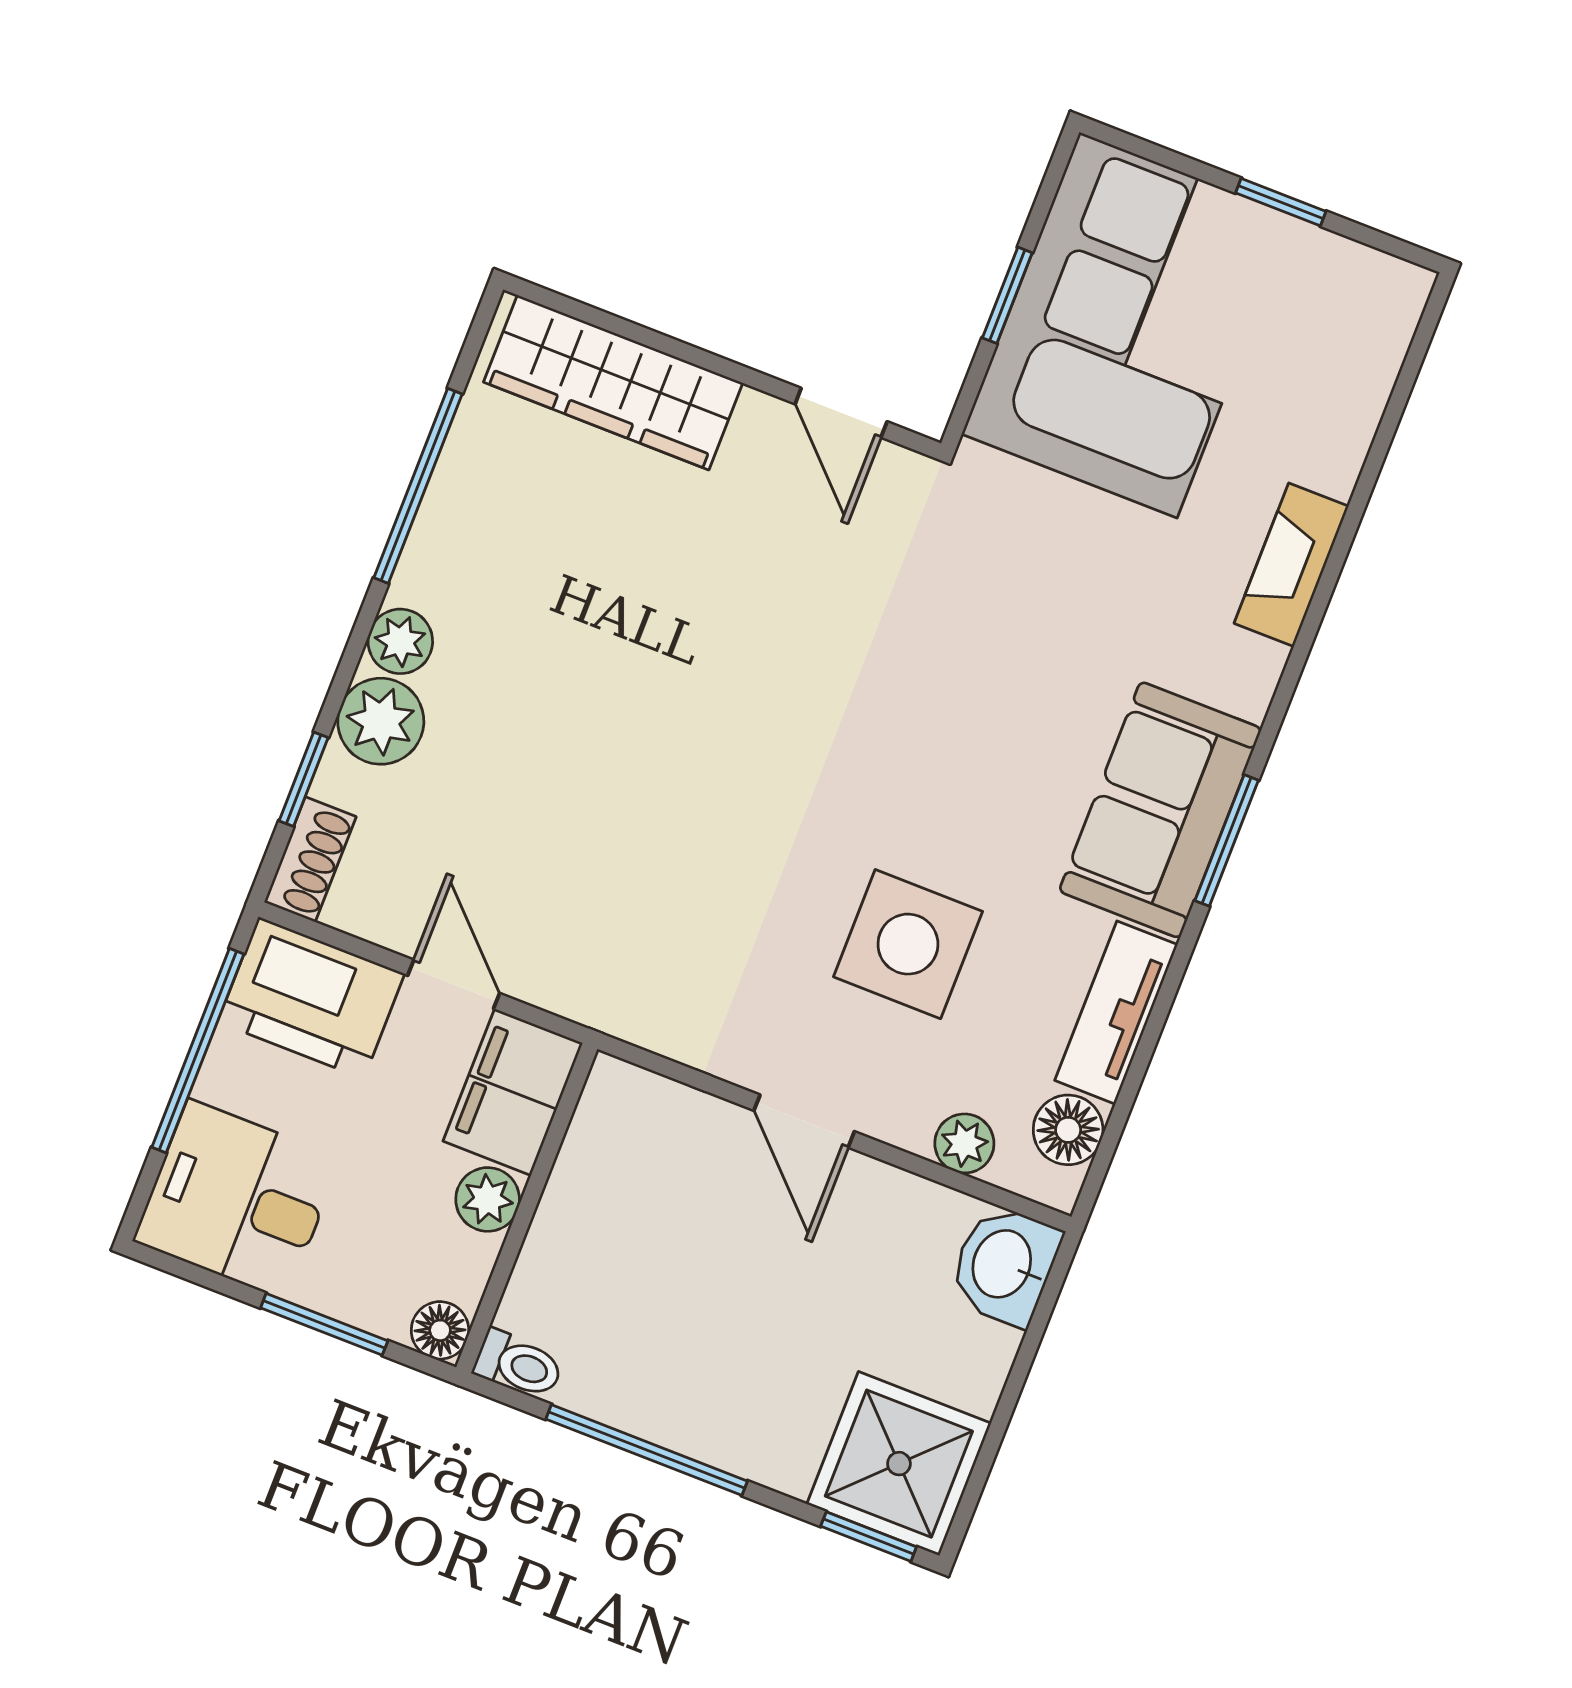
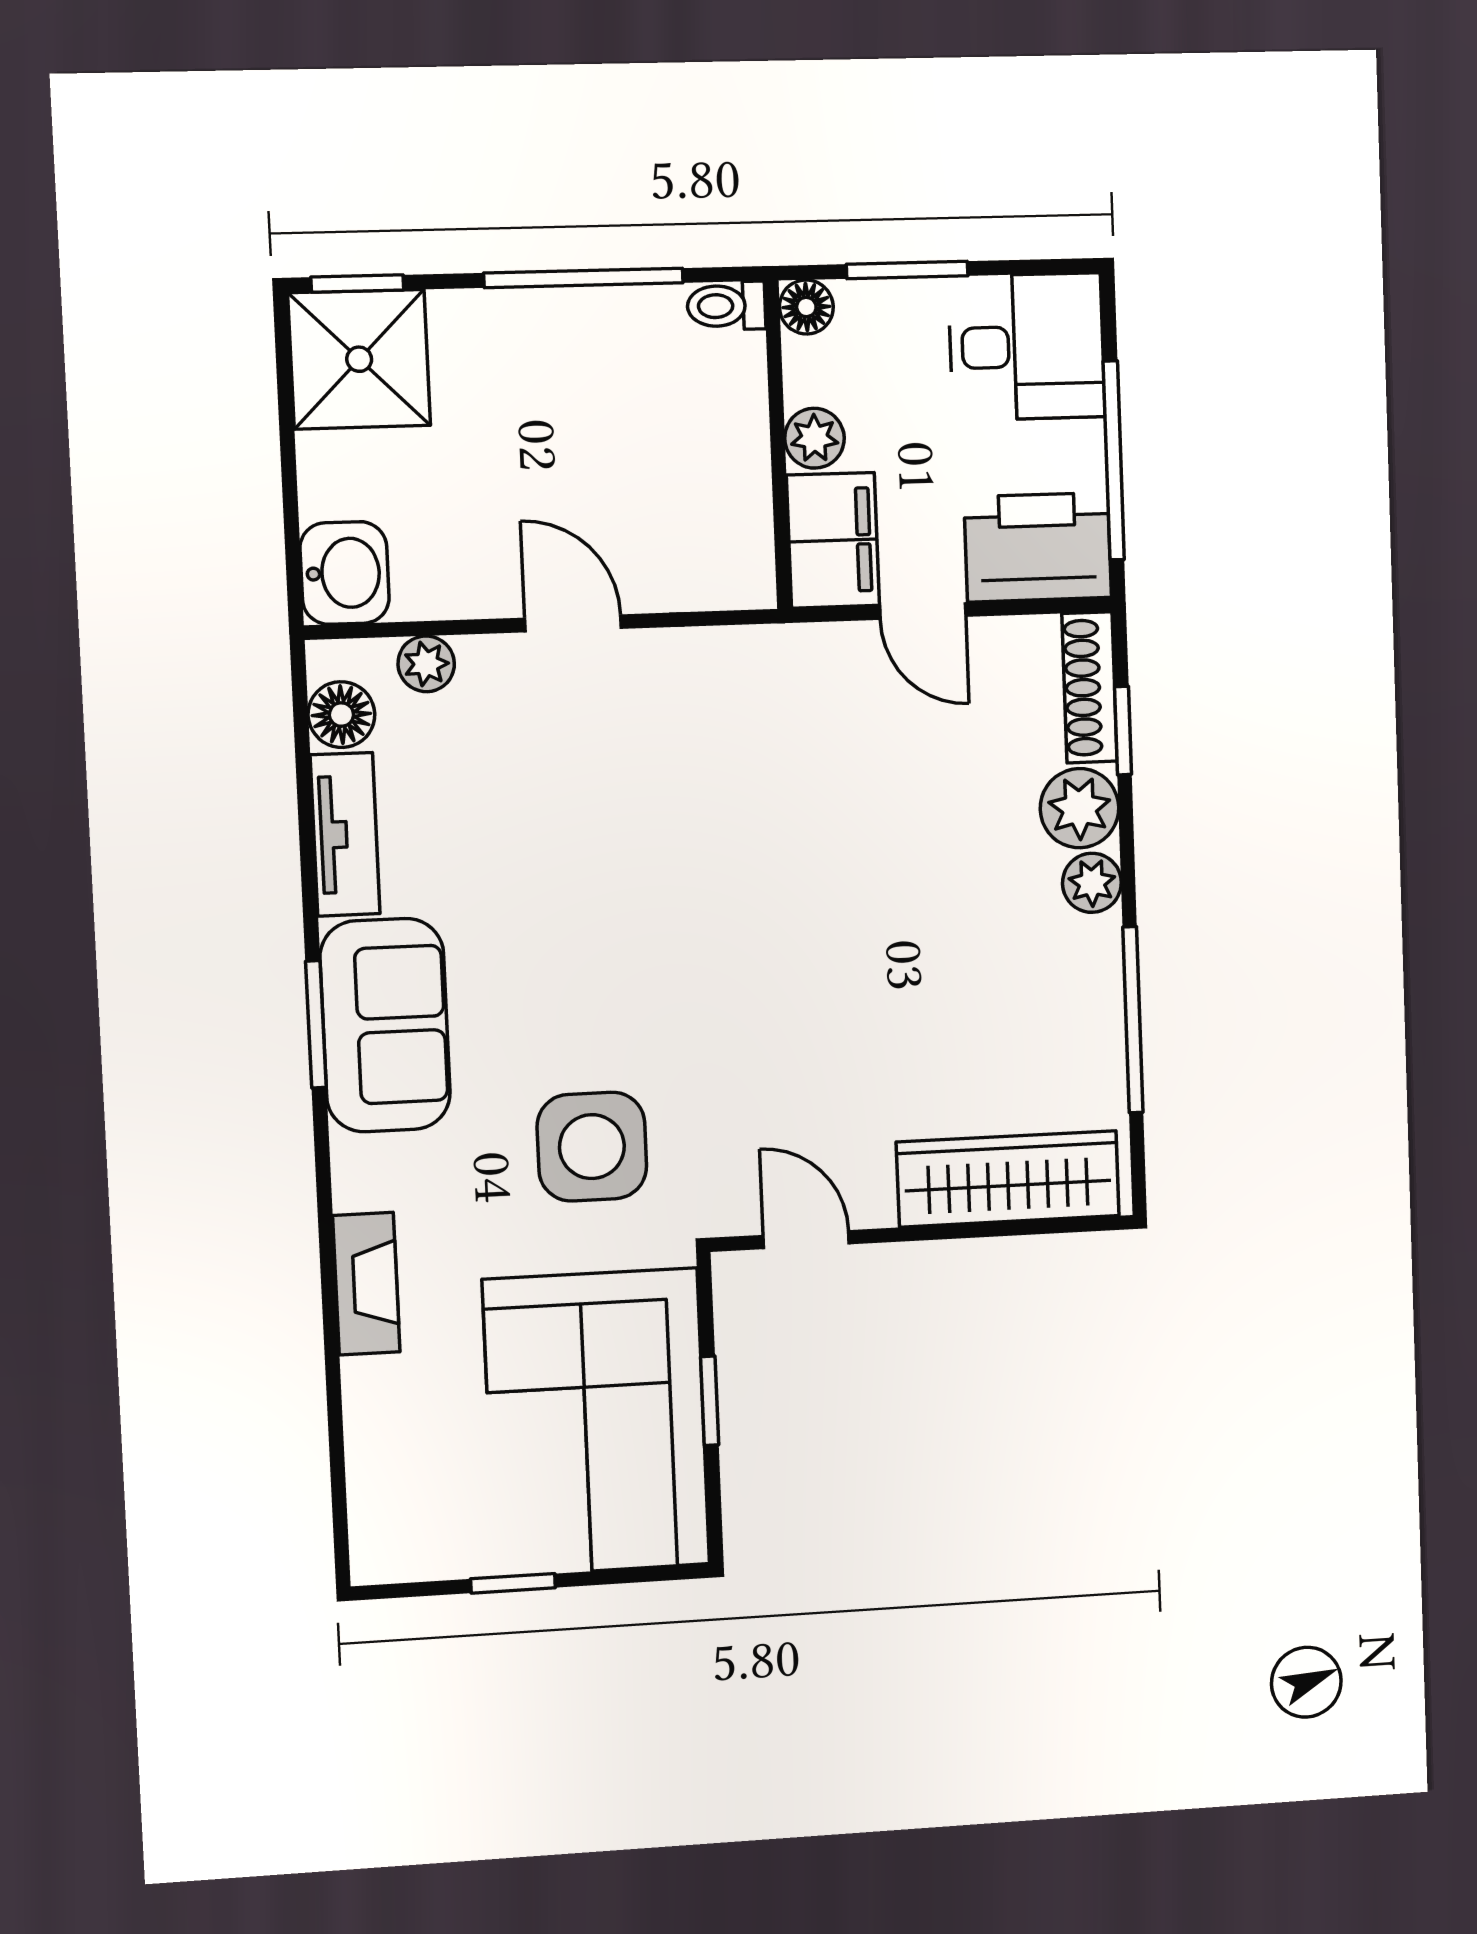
shoe rack: (310, 859) -> (1089, 687), width x1.43
side table: (908, 944) -> (592, 1147), moved

